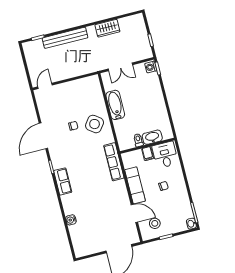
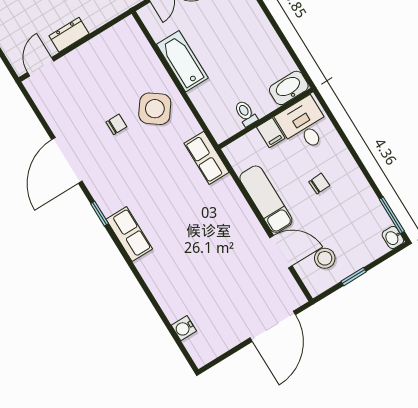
dresser: (64, 75) -> (69, 35), added
washbasin: (152, 137) -> (289, 88), moved
row of seats: (114, 162) -> (207, 158), width x0.68
water cooler: (71, 220) -> (184, 328), moved

